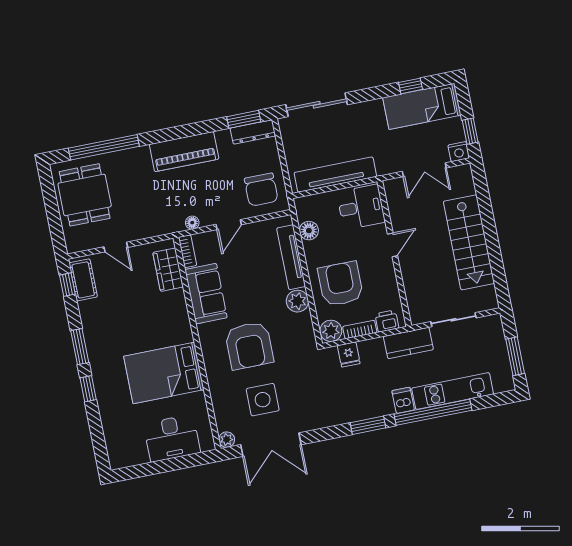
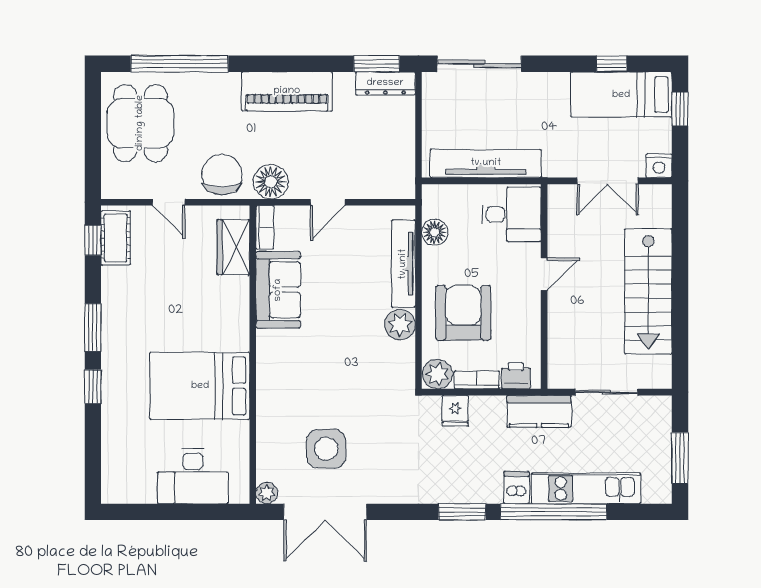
window: (470, 131) -> (680, 109), moved
chair: (261, 190) -> (222, 174), moved, turned 180
floor lamp: (192, 223) -> (271, 182), width x1.89, depth x1.89
armchair: (249, 345) -> (323, 372), removed

